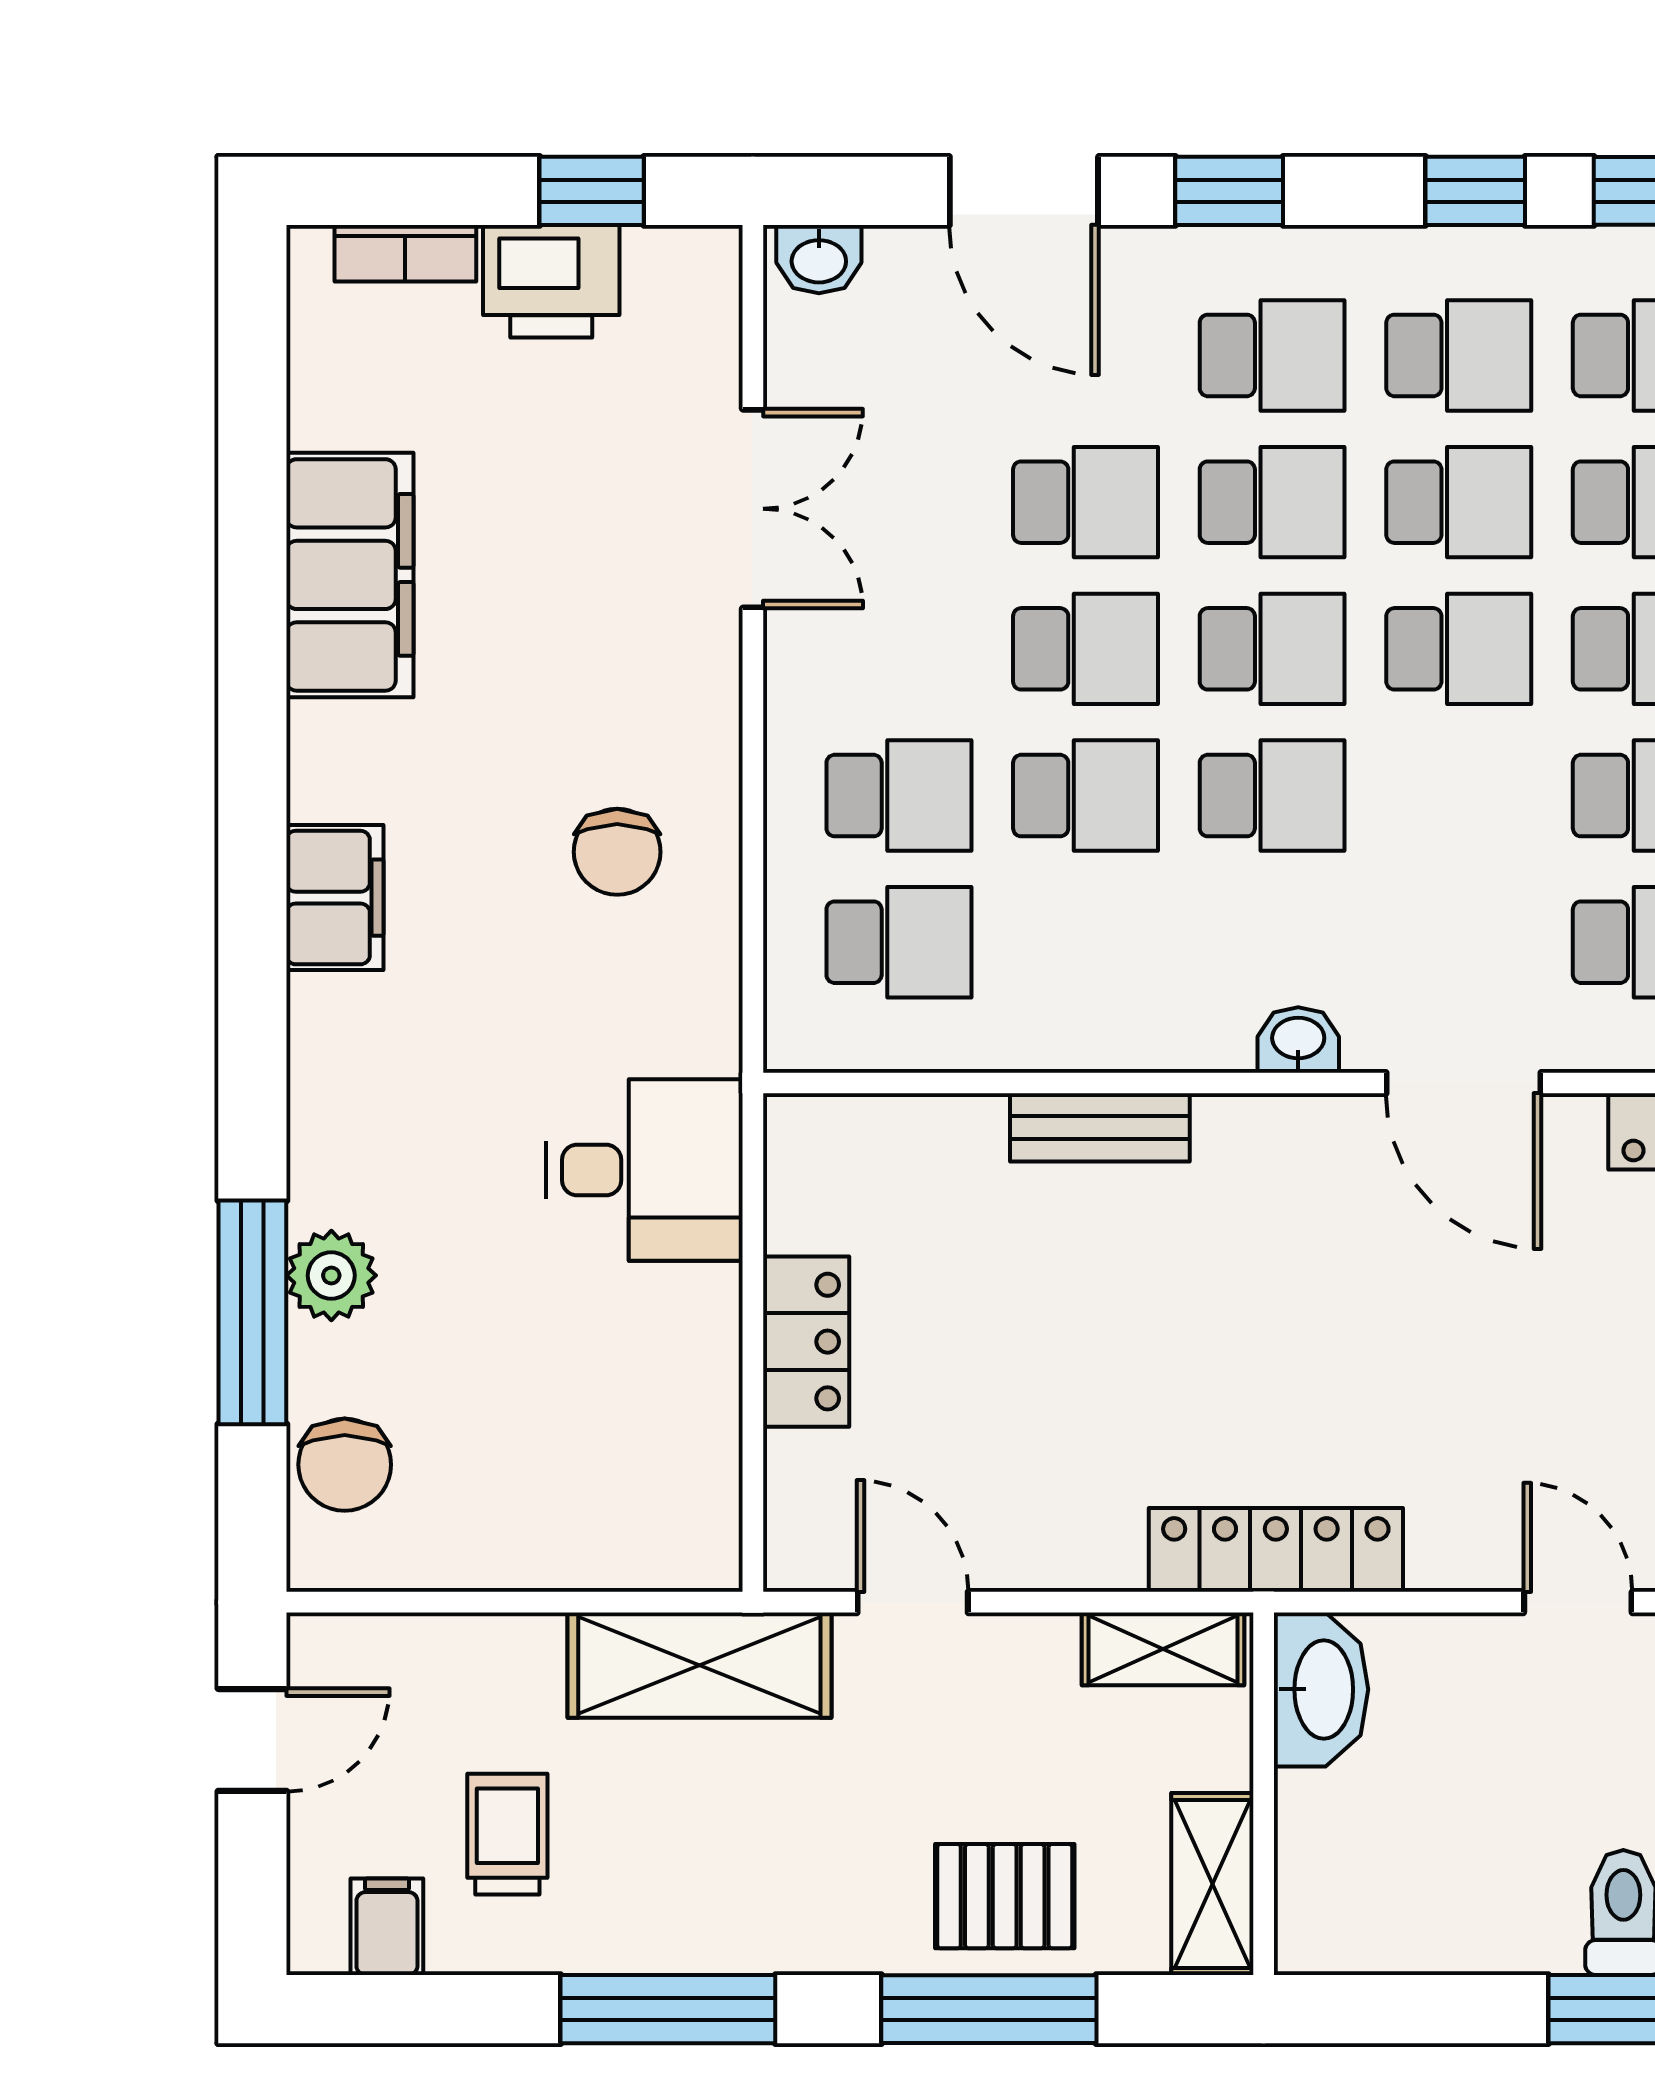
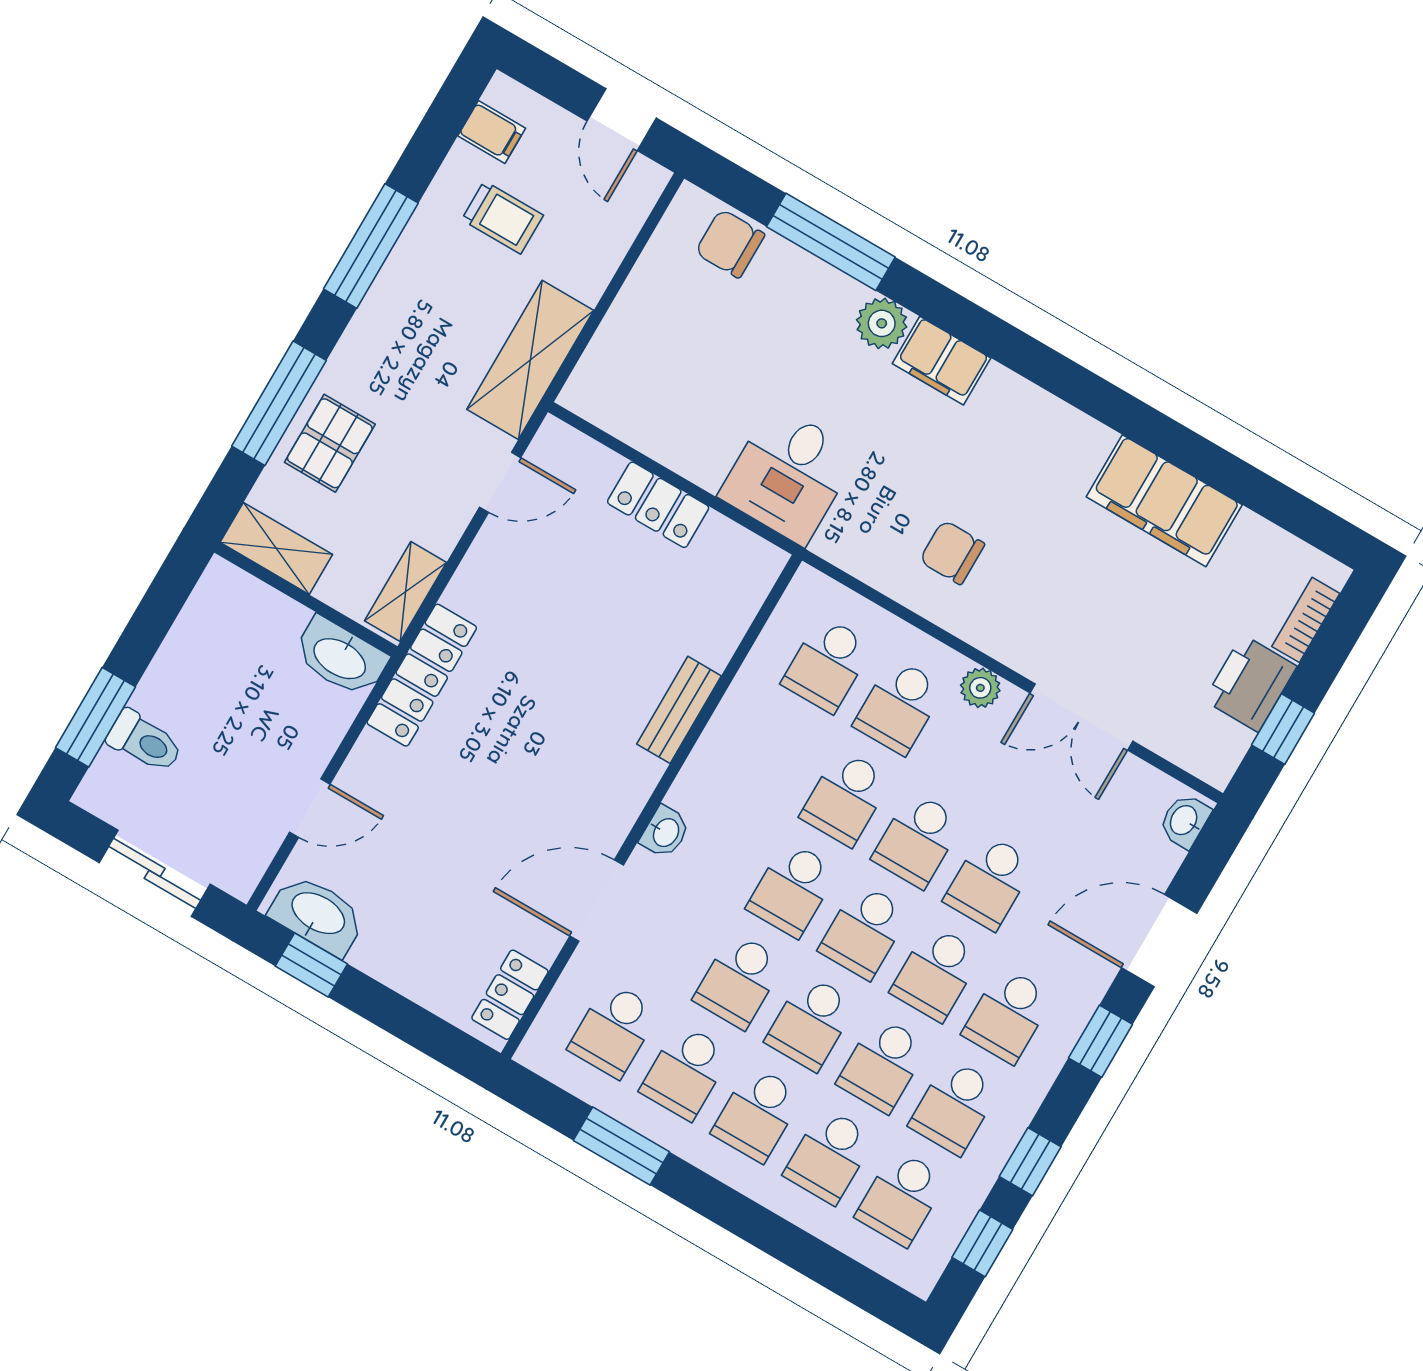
plant: (798, 688) -> (980, 688), added
school desk: (1459, 796) -> (739, 981), added
filing cabinet: (335, 898) -> (942, 361), moved
plant: (331, 1275) -> (882, 323), moved

